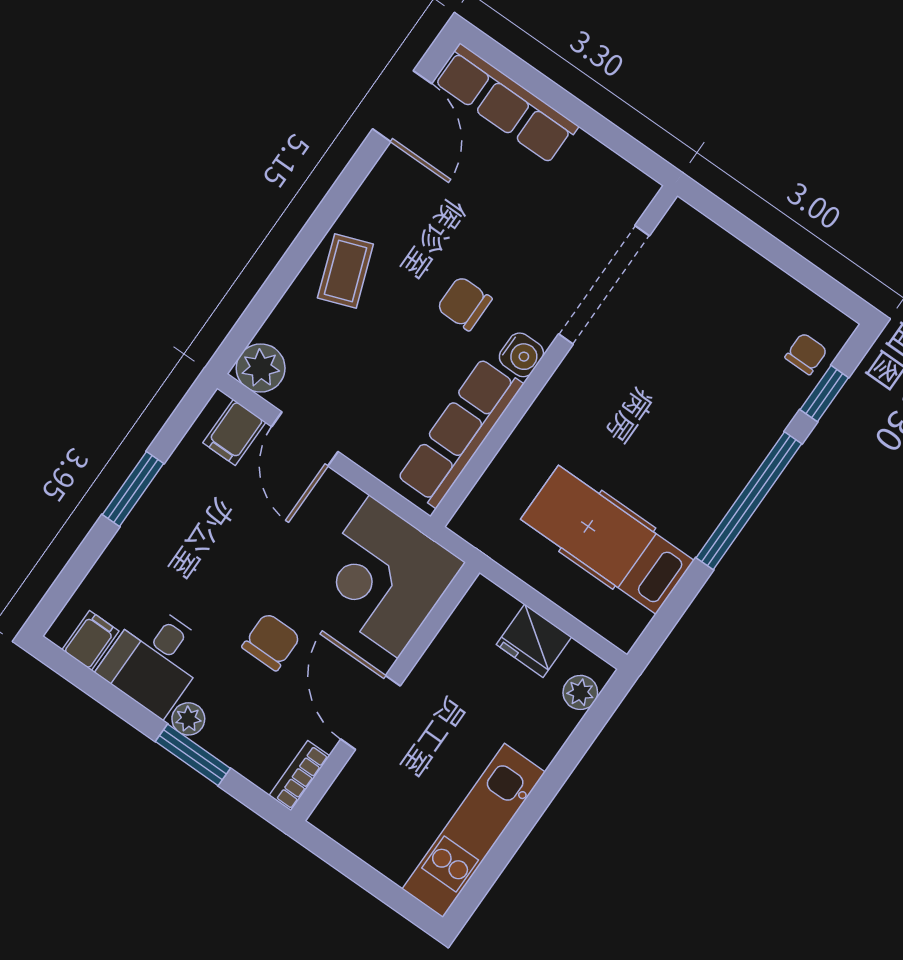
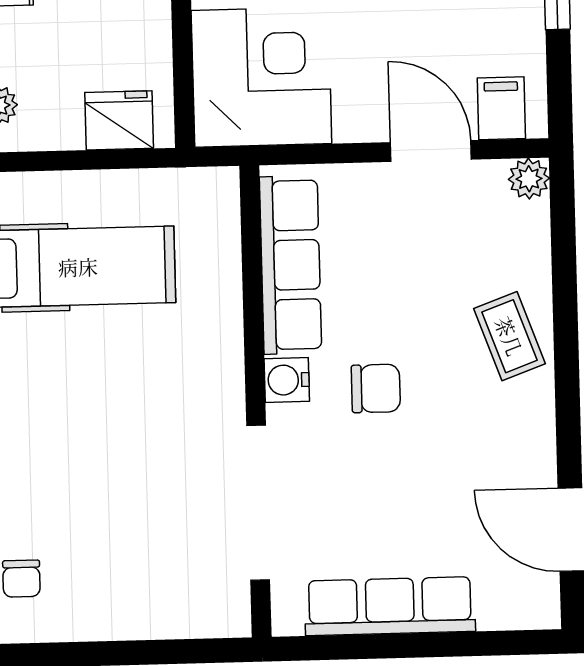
row of seats: (506, 104) -> (390, 606), moved
plant: (261, 368) -> (529, 179), width x0.73, depth x0.73
fridge: (534, 641) -> (119, 120), moved

